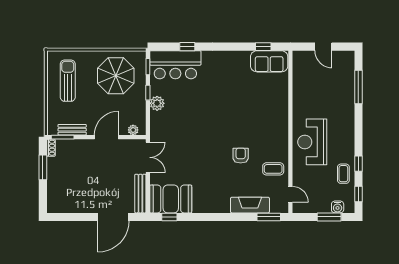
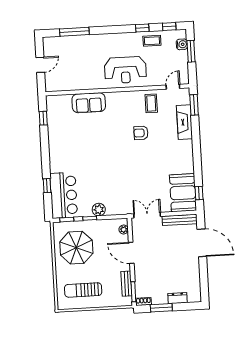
sofa: (269, 61) -> (89, 103), moved, turned 90
dresser: (53, 186) -> (178, 298), added

